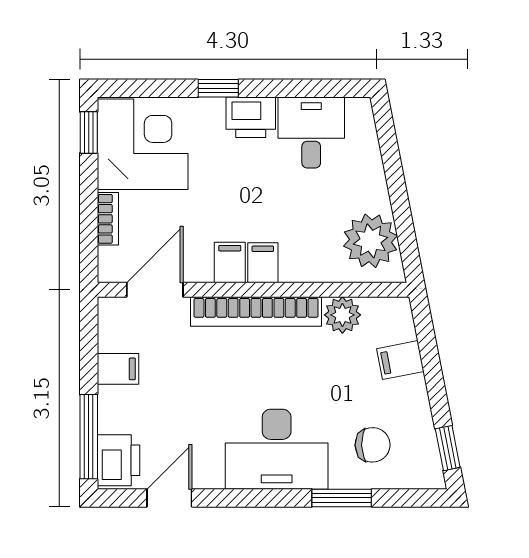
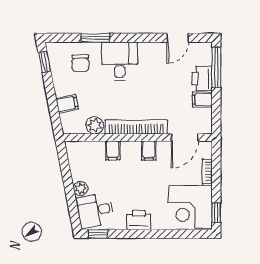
window: (218, 88) -> (98, 234), moved
desk: (311, 133) -> (95, 210), moved, turned 79
plant: (370, 241) -> (81, 189), moved, width x0.53, depth x0.53
filing cabinet: (263, 263) -> (113, 150), moved
chair: (373, 445) -> (80, 63), turned -88
desk: (277, 449) -> (120, 61), width x0.73
printer: (119, 460) -> (202, 79), moved

